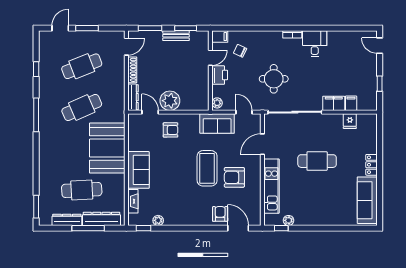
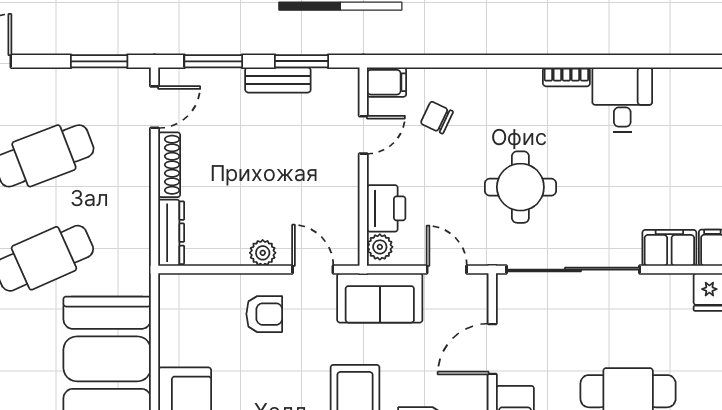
window: (87, 28) -> (99, 61), moved
printer: (220, 75) -> (386, 208), moved
plant: (170, 101) -> (263, 253), width x0.53, depth x0.53
door: (150, 112) -> (313, 270), moved

